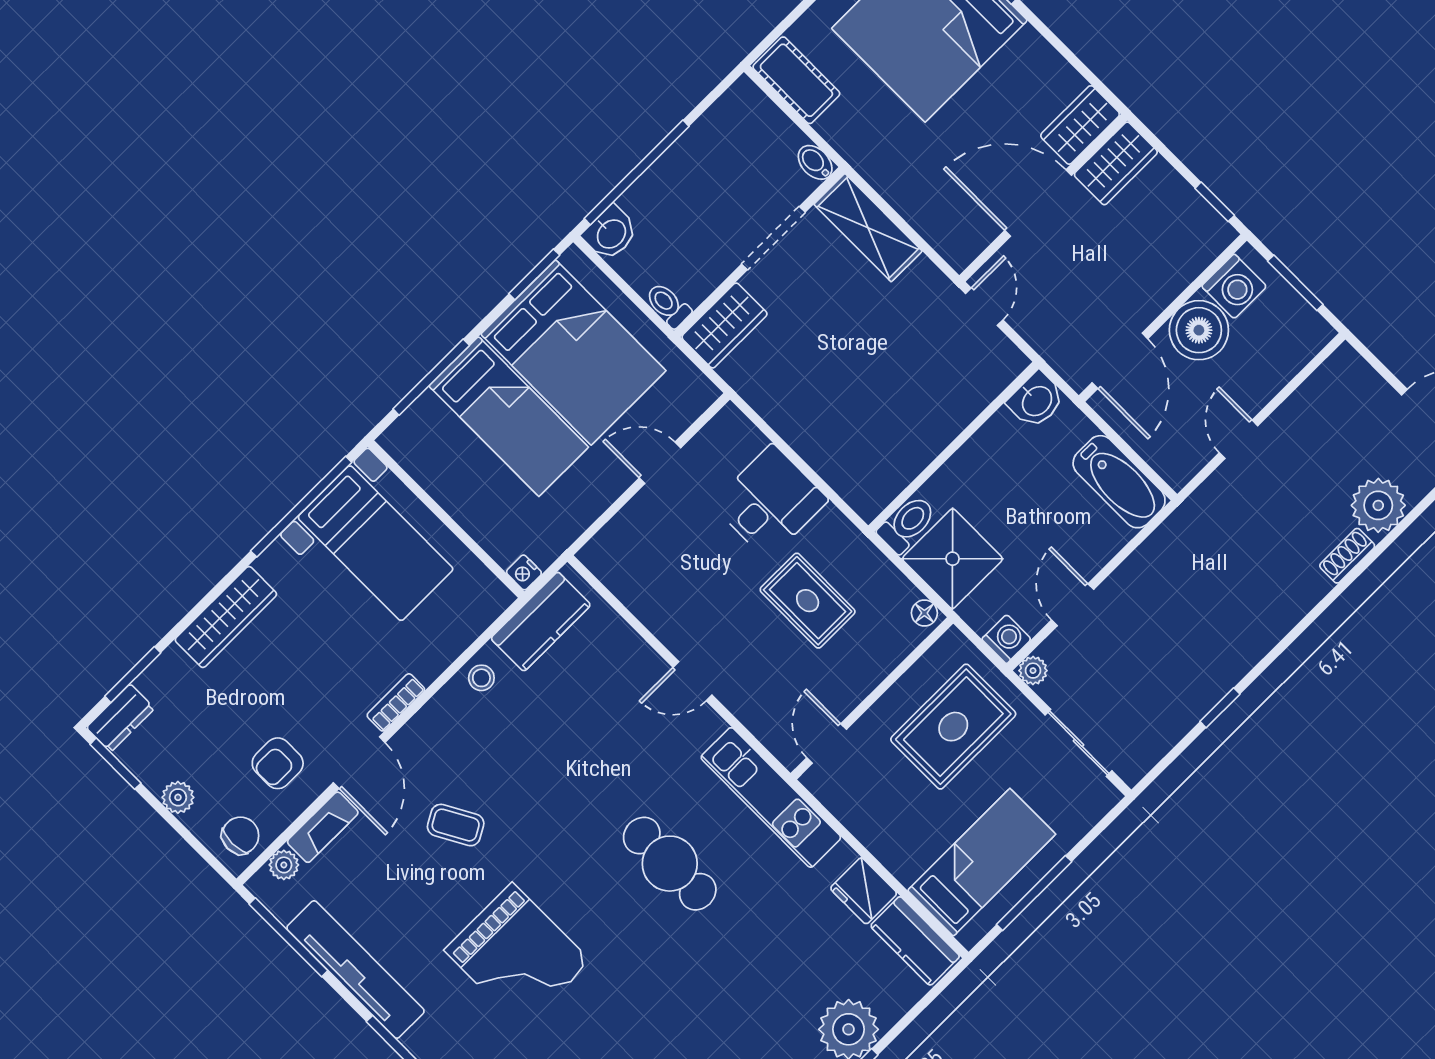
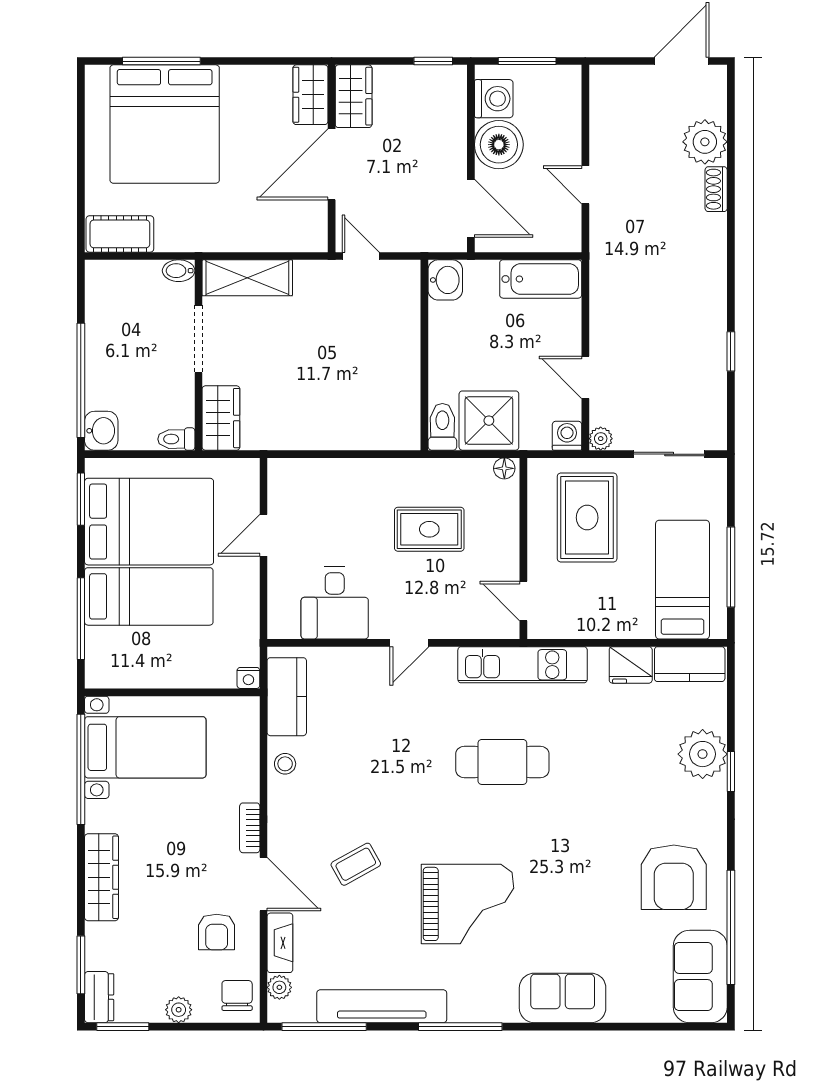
desk: (770, 502) -> (335, 603), moved, turned 180

